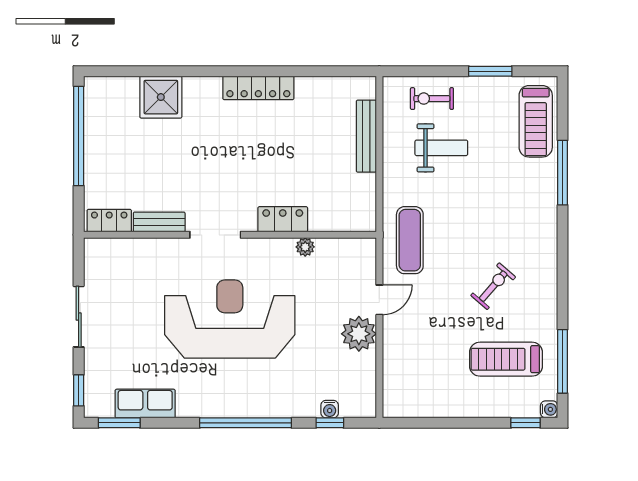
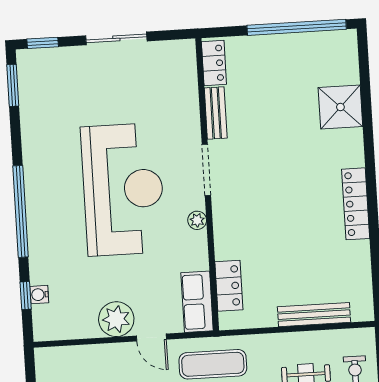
locker: (283, 219) -> (229, 286), moved
plant: (305, 247) -> (197, 220), moved
row of seats: (145, 404) -> (197, 302), moved, turned 180

